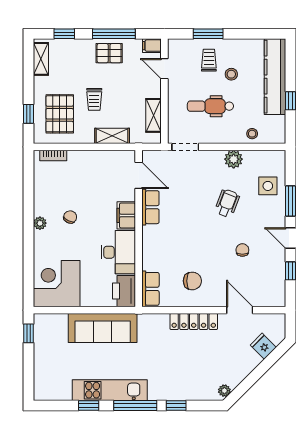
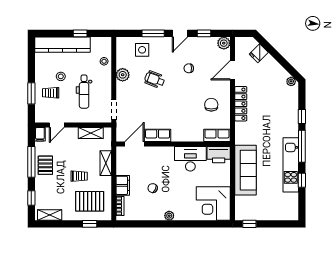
filing cabinet: (126, 215) -> (123, 185), moved, turned -90
chair: (70, 217) -> (153, 188), moved
plant: (277, 298) -> (224, 43), added

